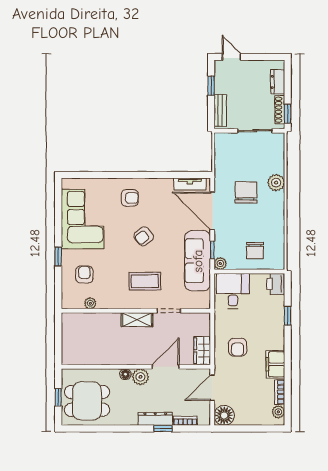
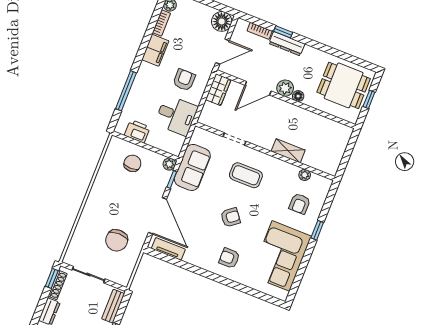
plant: (276, 183) -> (88, 219), removed
chair: (246, 192) -> (117, 240), moved
sofa: (198, 261) -> (192, 167), width x0.73
printer: (276, 284) -> (137, 131), moved, turned -90
desk: (233, 291) -> (176, 115), moved, turned -90
window: (288, 316) -> (126, 91), width x2.17
shelving: (137, 320) -> (288, 151), moved

